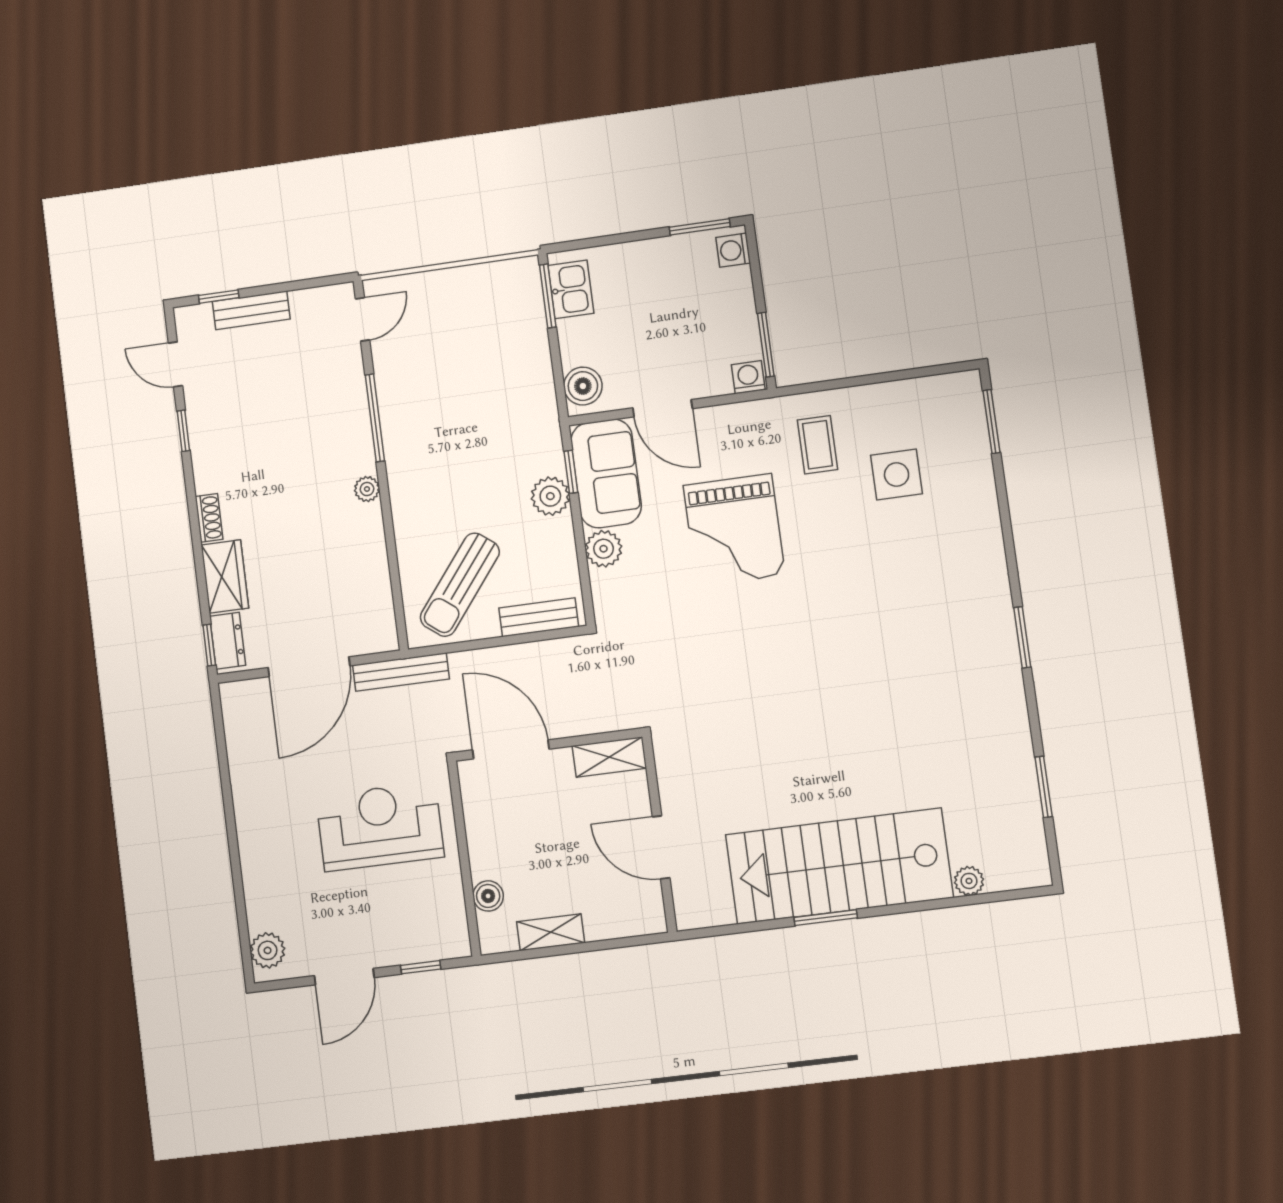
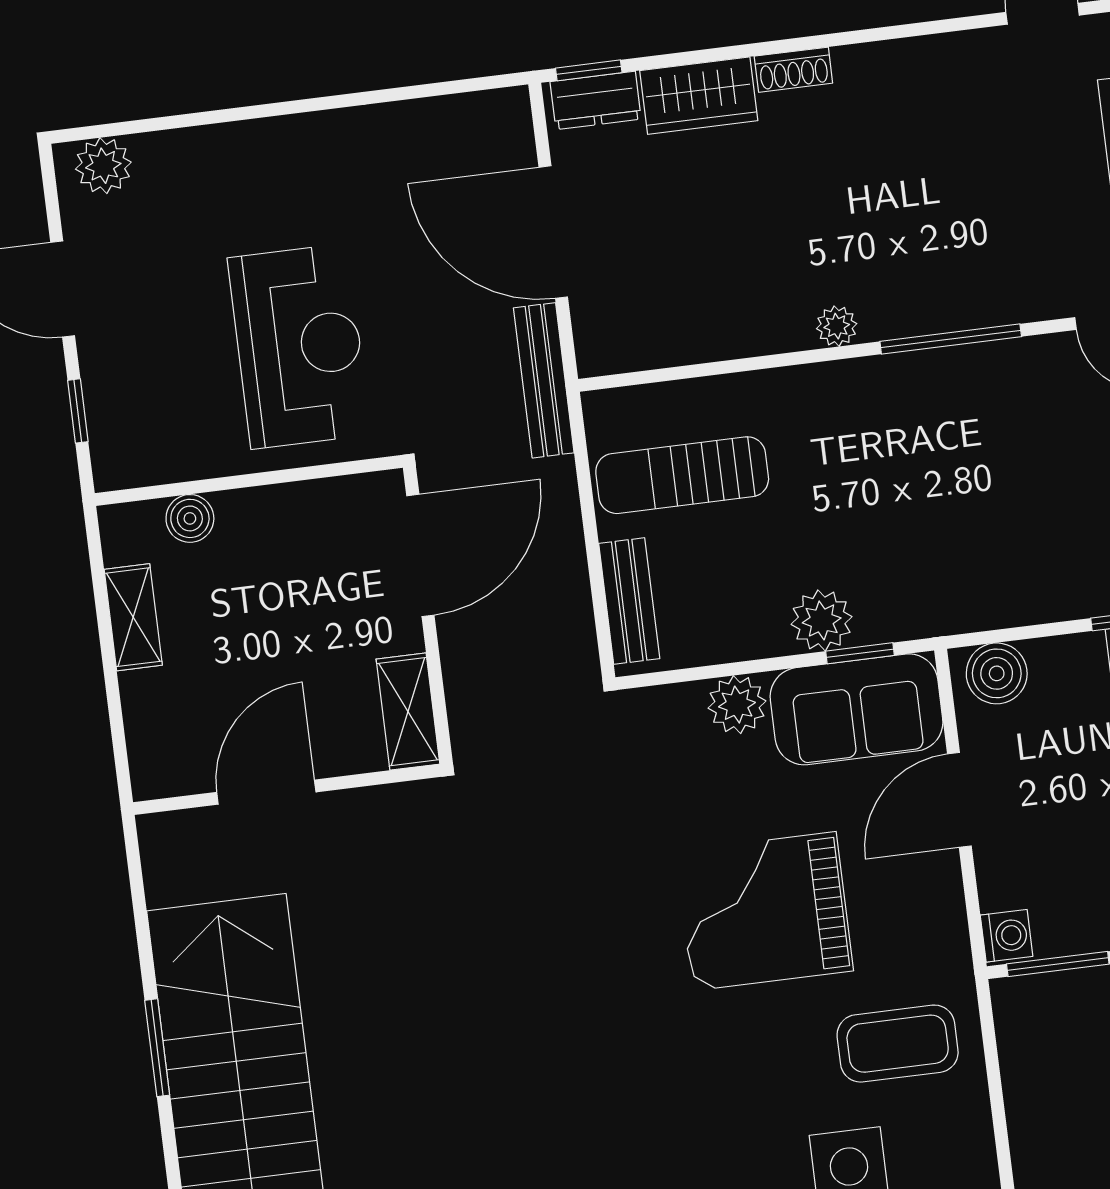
window: (183, 431) -> (935, 27), removed
coffee table: (818, 445) -> (898, 1044), width x1.36, depth x1.30
sun lounger: (460, 585) -> (682, 475), turned -38

